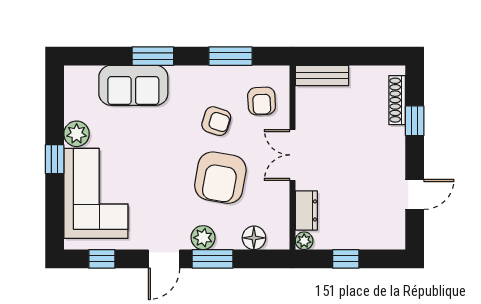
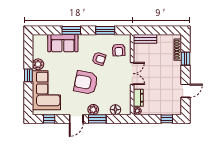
double door: (293, 155) -> (132, 74), swing flipped
armchair: (220, 178) -> (86, 83), moved, turned 91
window: (346, 259) -> (167, 119), moved

